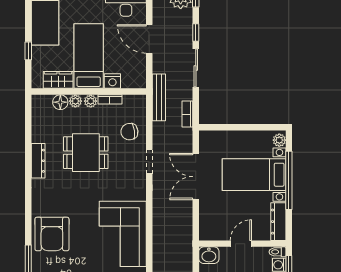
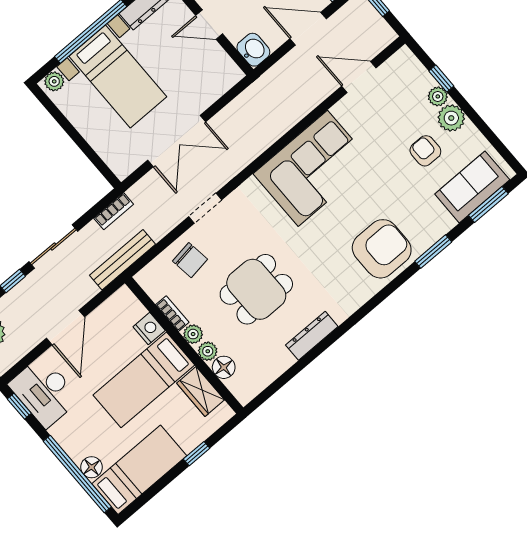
dining table: (86, 153) -> (256, 289), turned 90

